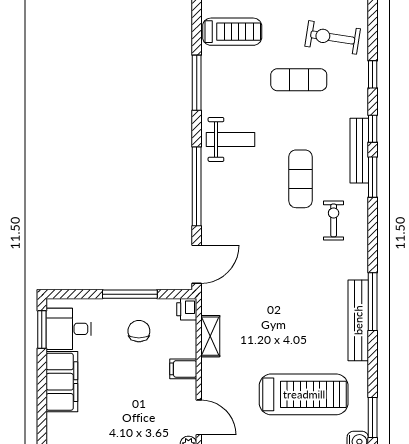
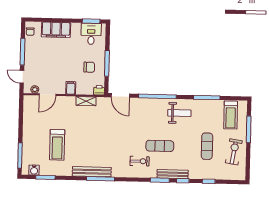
exercise bike: (333, 37) -> (234, 152), moved
weight bench: (230, 139) -> (179, 113), turned -90
filing cabinet: (62, 382) -> (56, 30), moved
treadmill: (304, 394) -> (57, 145), width x0.73, depth x0.73

